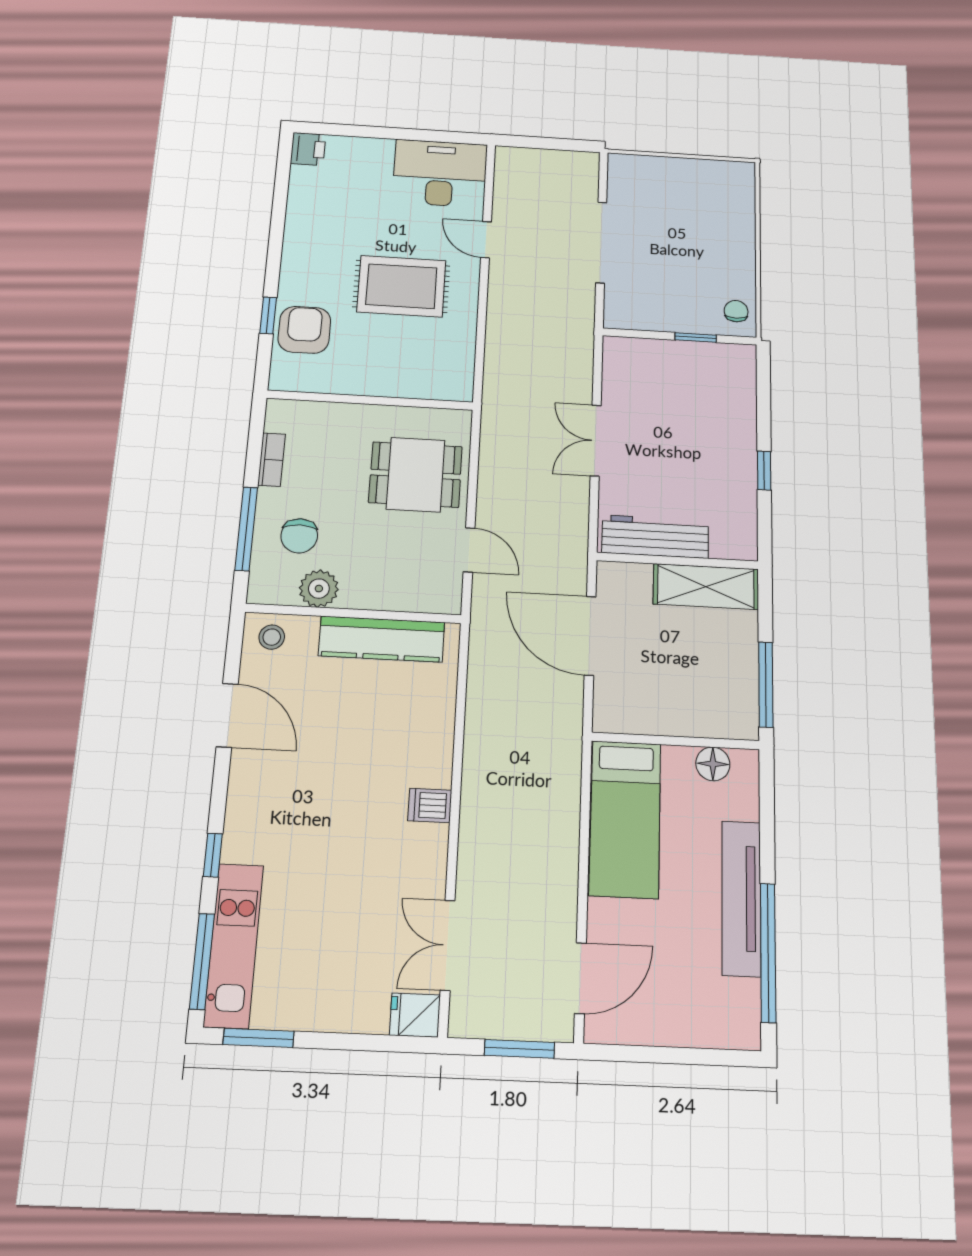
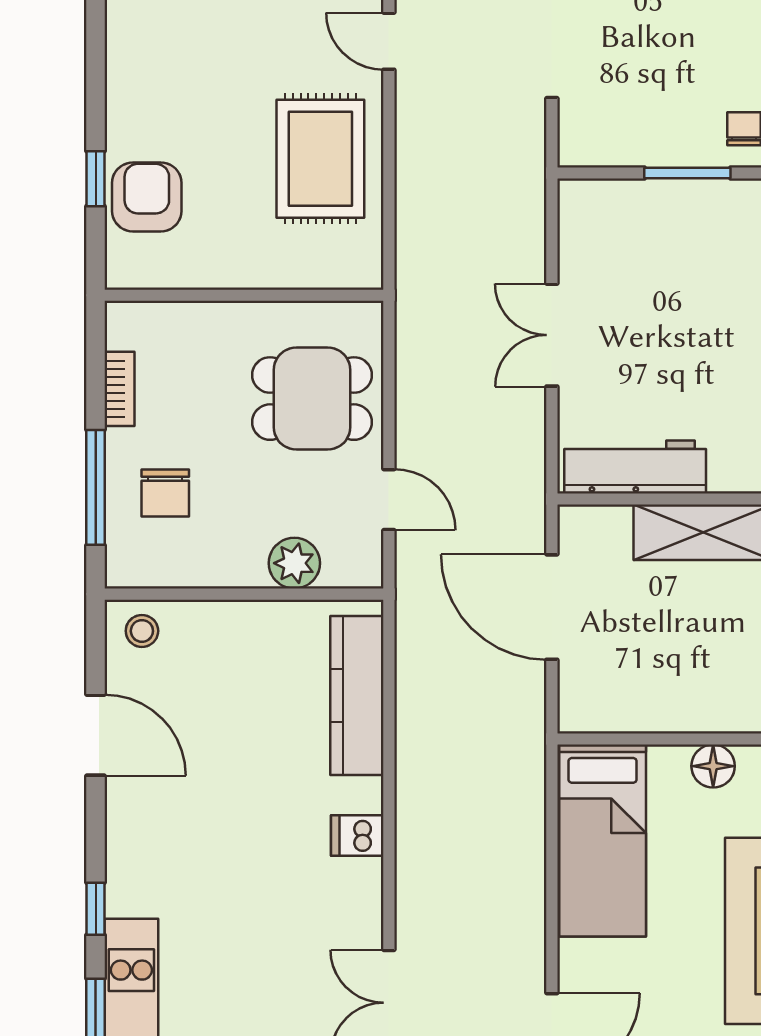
rug: (401, 286) -> (320, 159), moved, turned 90
window: (696, 337) -> (687, 173), width x1.50
plant: (319, 589) -> (294, 563), moved
kitchen counter: (382, 639) -> (357, 695), moved, turned 90

